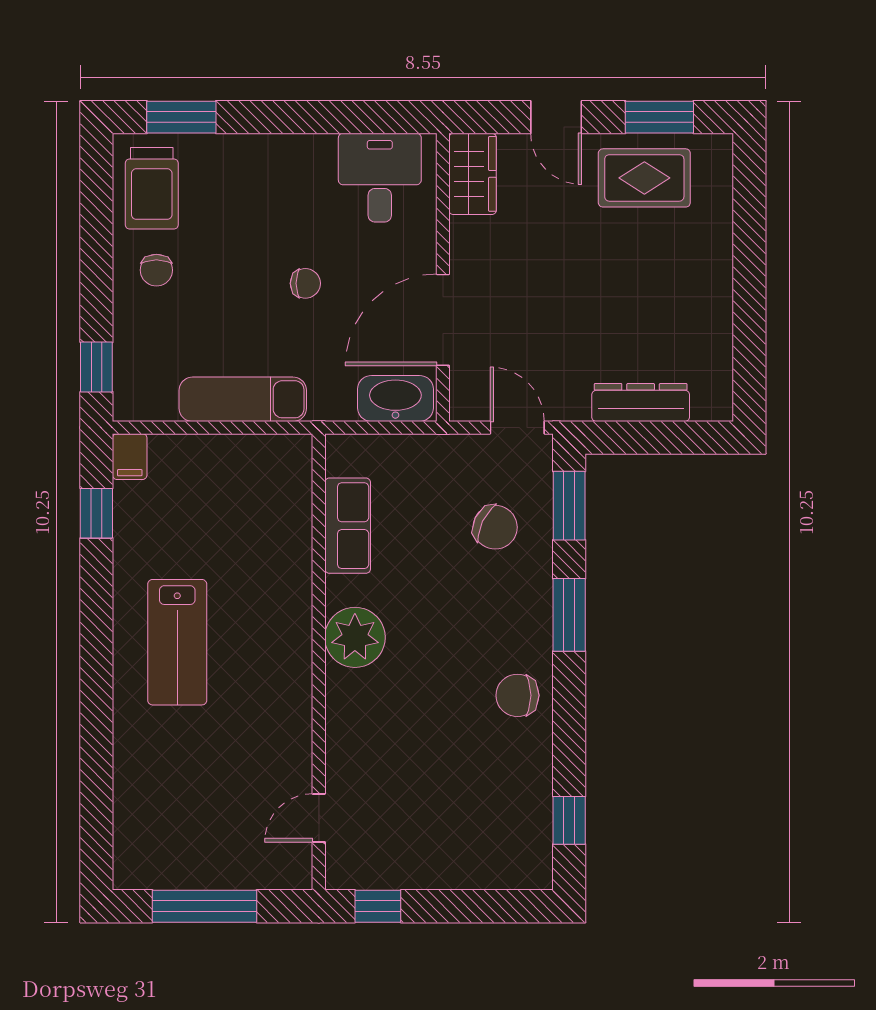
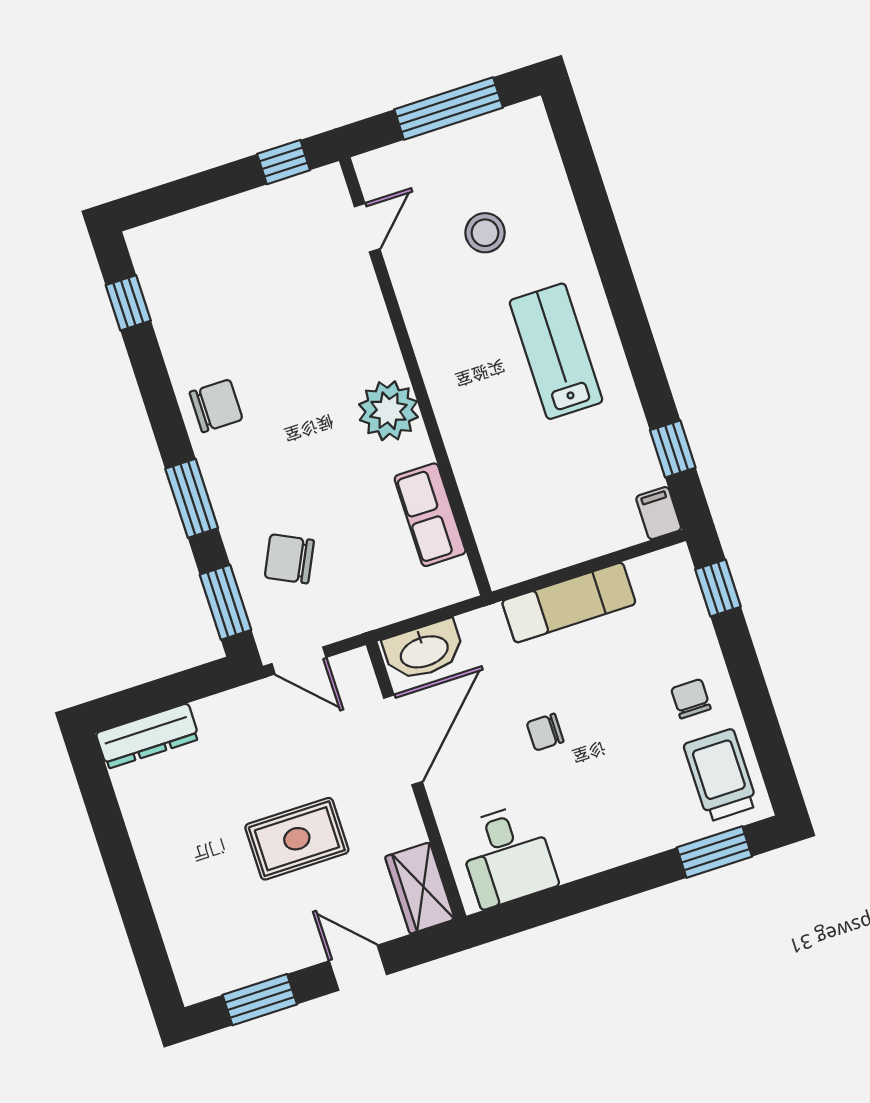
rug: (644, 178) -> (297, 839), moved
dresser: (641, 402) -> (148, 736), moved
stool: (208, 777) -> (485, 233), added

